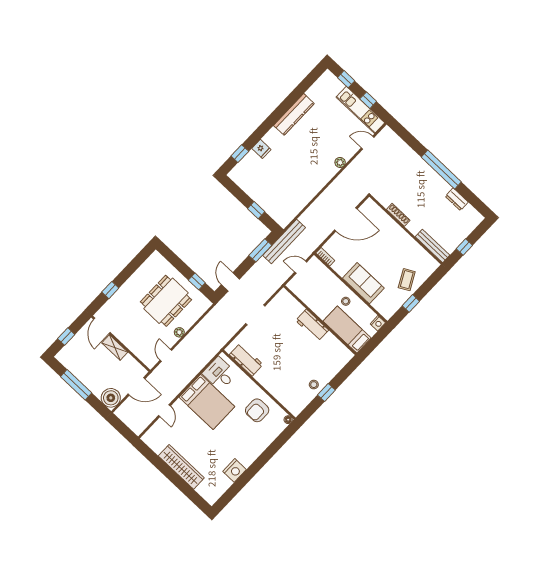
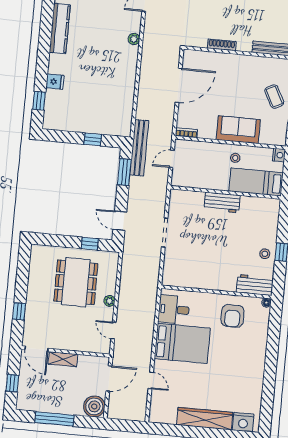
workbench: (246, 360) -> (255, 285), moved
nightstand: (234, 470) -> (243, 422), moved, turned 90

